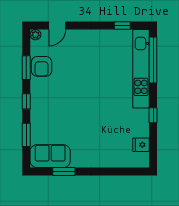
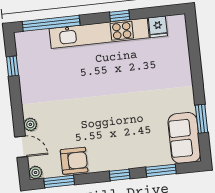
plant: (74, 35) -> (30, 124), added
window: (26, 68) -> (59, 182), moved
kitchen unit: (141, 69) -> (99, 33), moved

